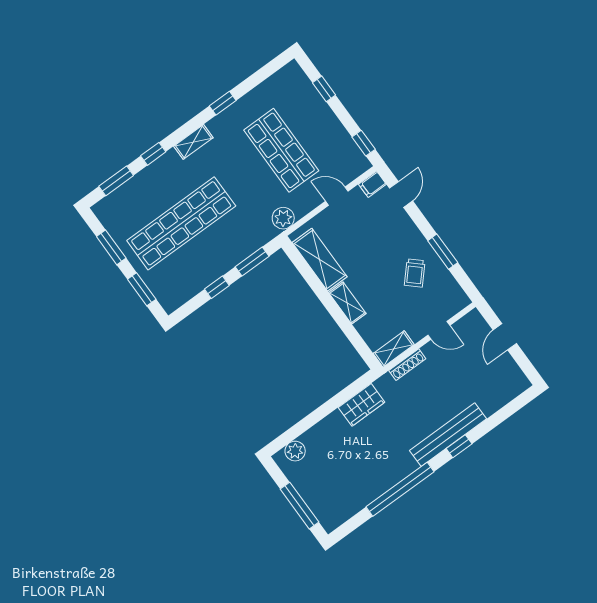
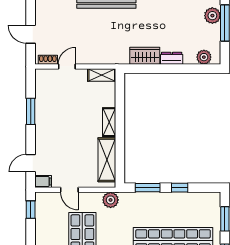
trolley: (415, 273) -> (56, 111), removed
door: (439, 330) -> (67, 67), hinge flipped
door: (505, 337) -> (31, 34), swing flipped
shoe rack: (407, 365) -> (48, 60), moved, width x0.70
dresser: (330, 424) -> (172, 58), added
plant: (319, 504) -> (212, 16), added

